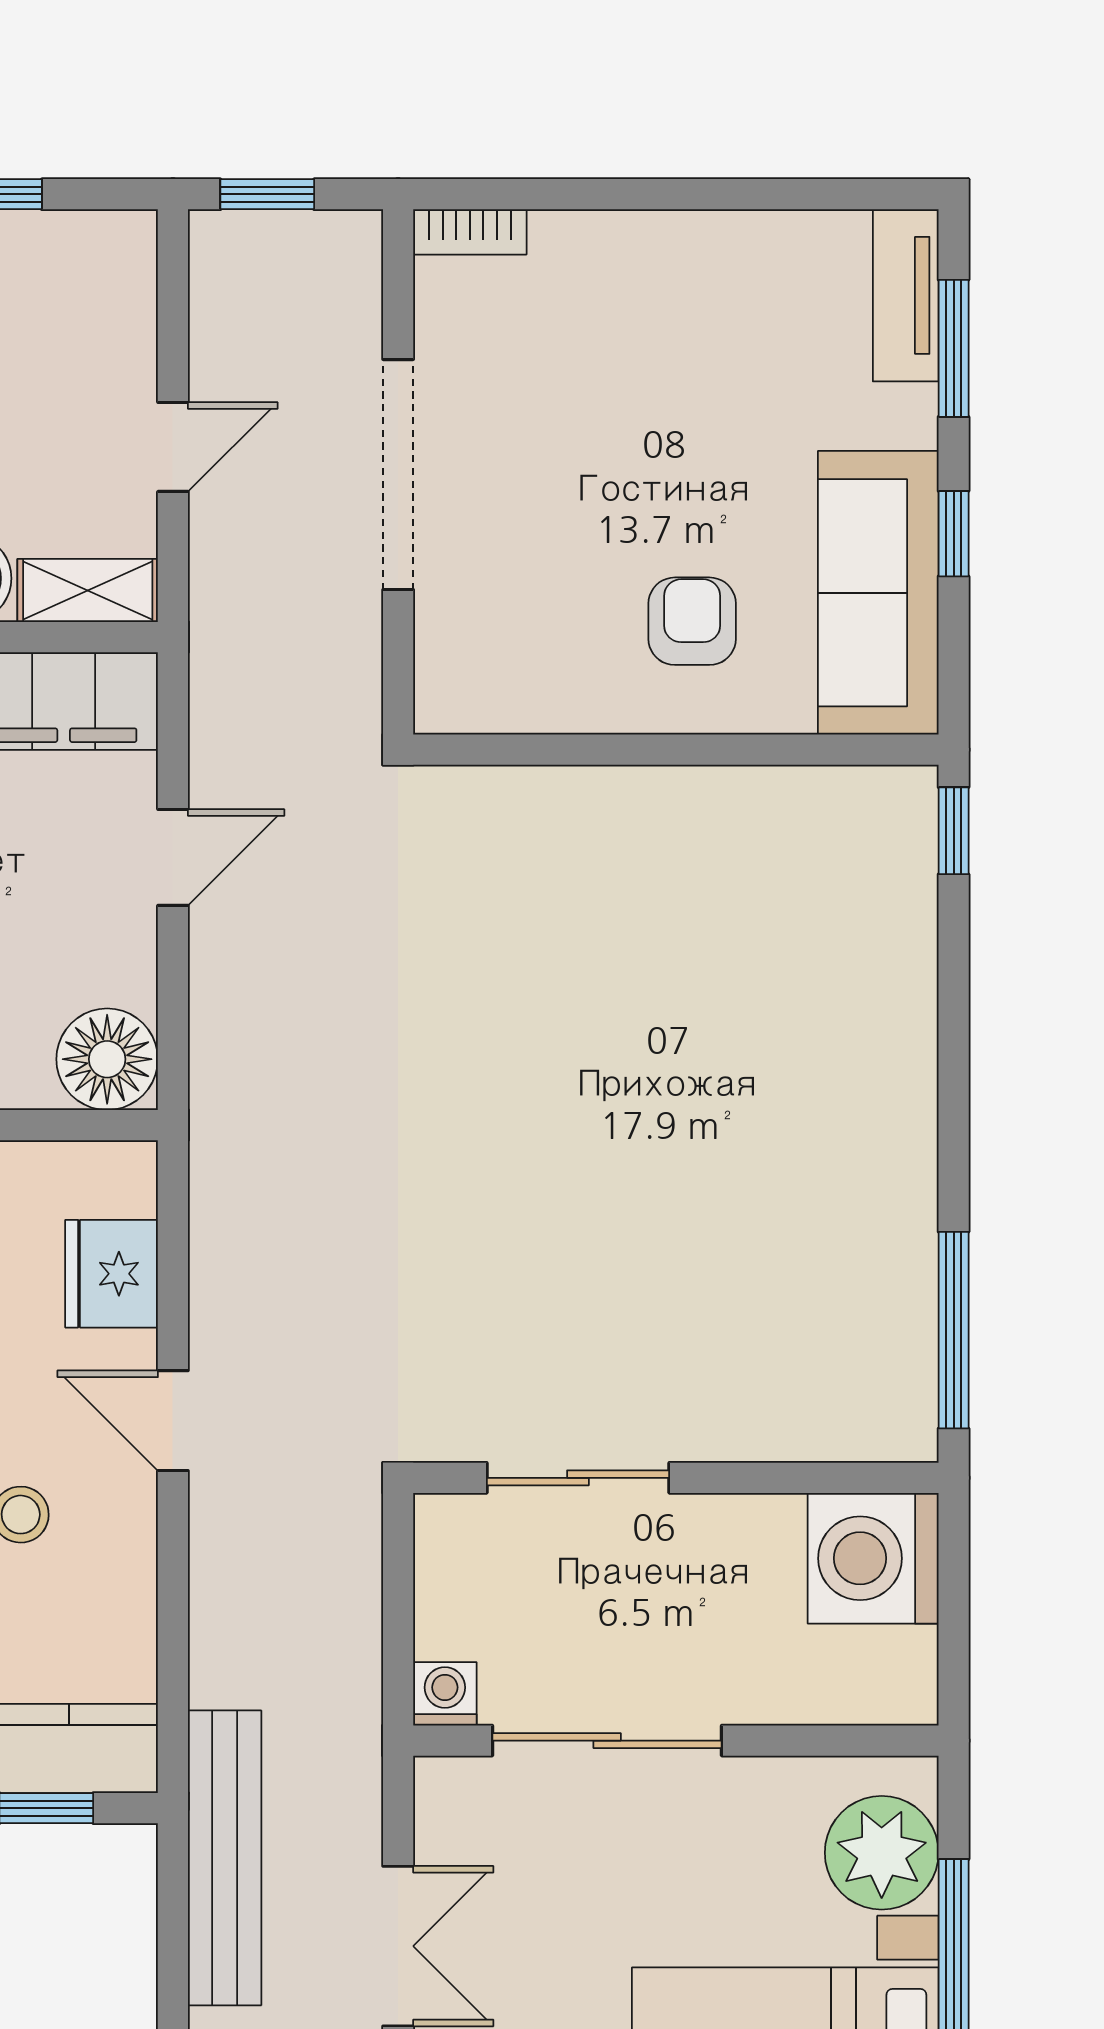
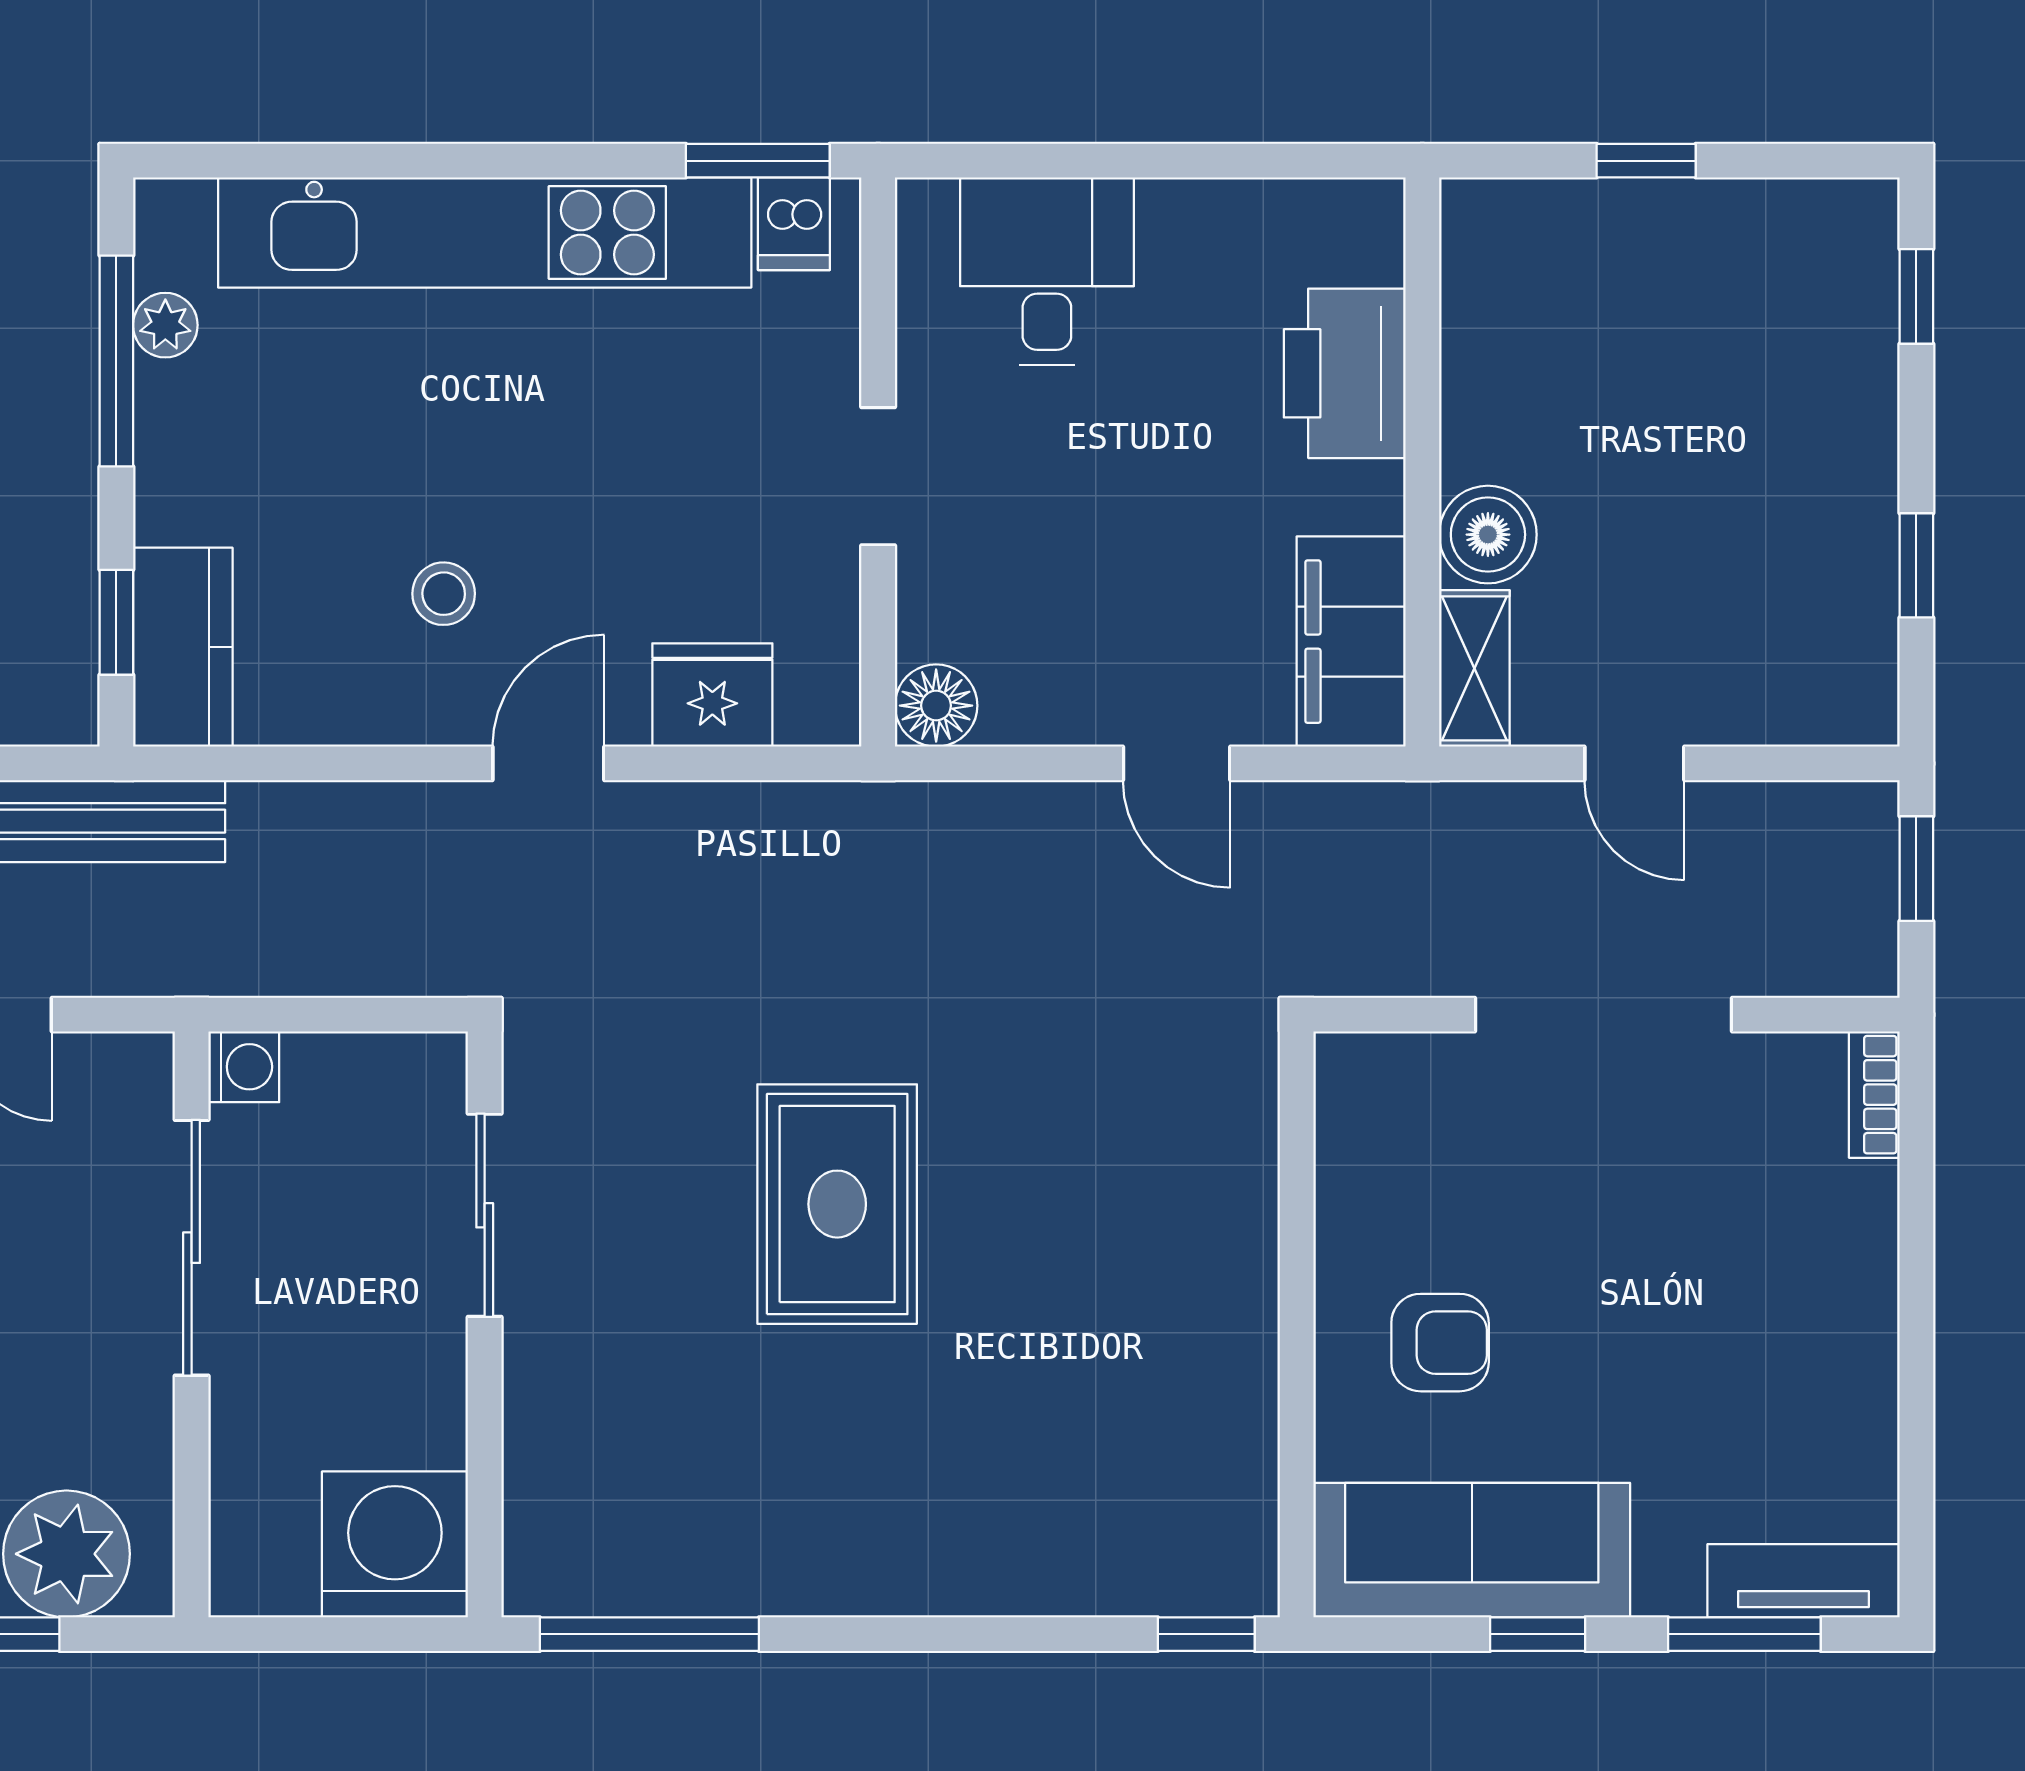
floor lamp: (107, 1059) -> (936, 706), width x0.73, depth x0.73
rug: (568, 1162) -> (837, 1204), added

